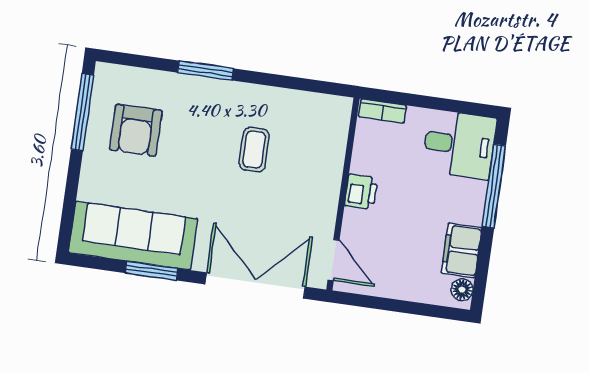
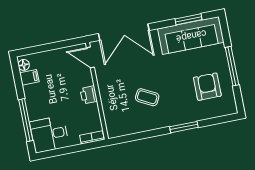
window: (82, 112) -> (232, 66), moved
coffee table: (254, 150) -> (147, 97), turned -62
filing cabinet: (462, 250) -> (29, 77), width x0.50
window: (151, 271) -> (189, 19), moved

